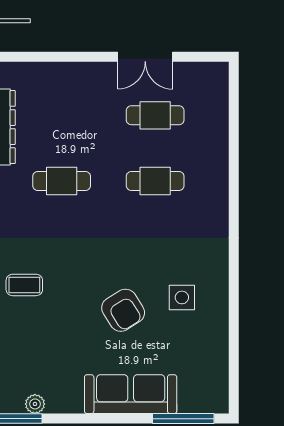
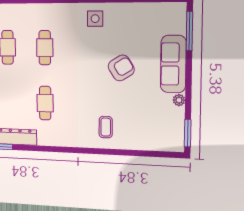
side table: (182, 297) -> (95, 19), moved
plant: (35, 404) -> (179, 100), moved

